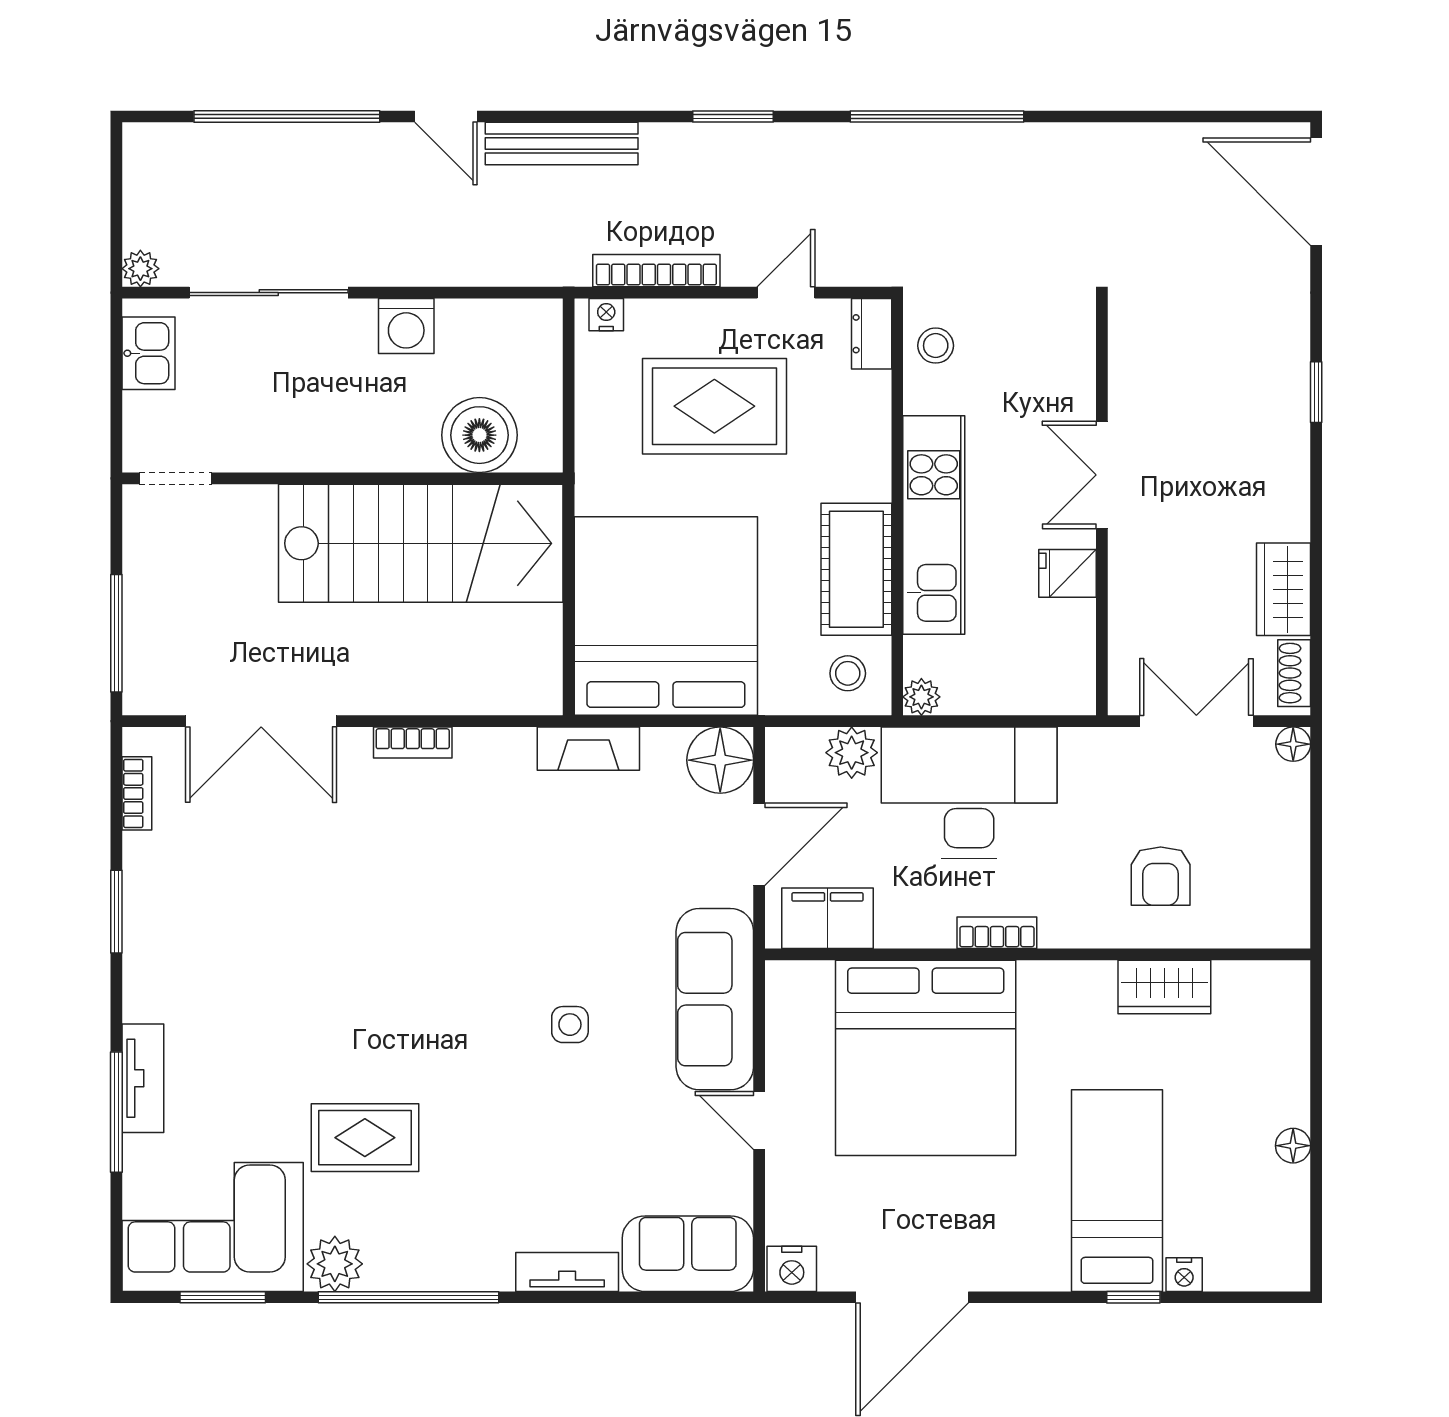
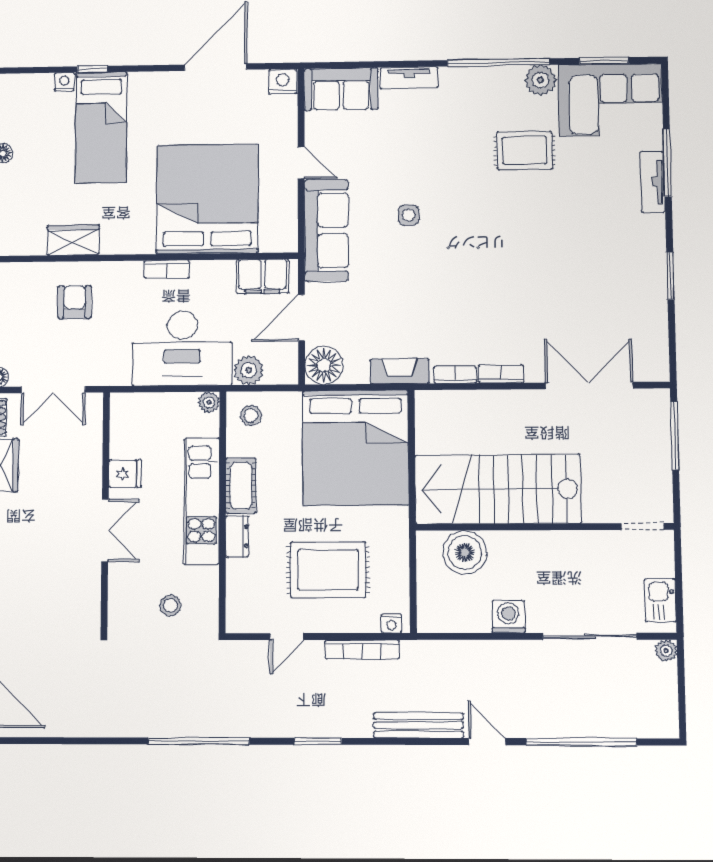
dresser: (872, 334) -> (237, 536), moved
stool: (936, 346) -> (170, 605), moved
cot: (856, 569) -> (241, 486), width x0.73, depth x0.75
bookcase: (137, 793) -> (455, 375), moved, turned 90

